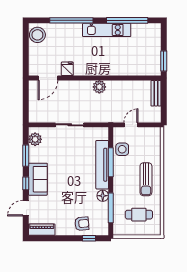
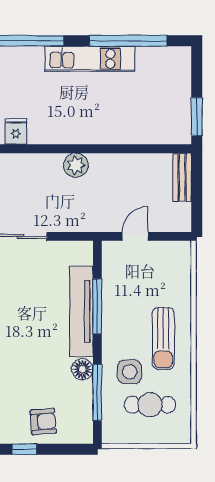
side table: (122, 149) -> (130, 372), moved
window: (89, 238) -> (24, 449), moved

